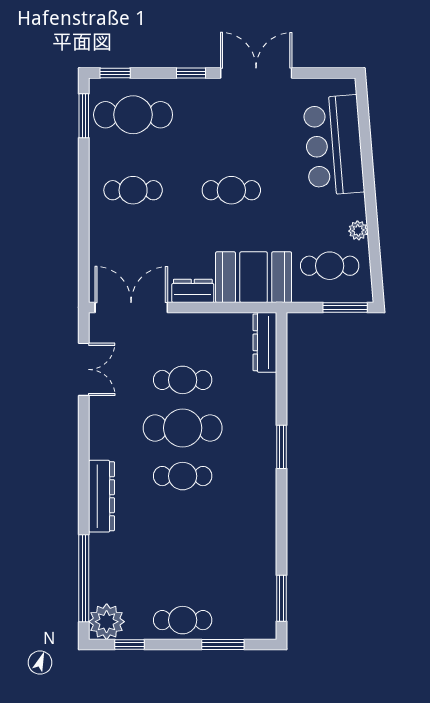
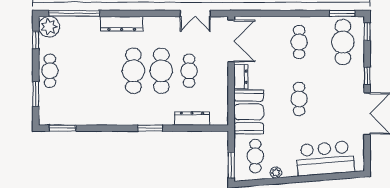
dresser: (265, 342) -> (192, 118), moved
cafe table: (183, 476) -> (133, 71), width x1.37, depth x1.35

